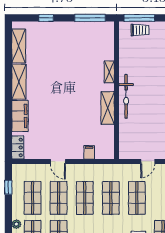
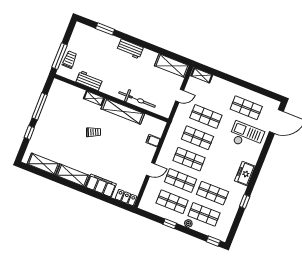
window: (90, 18) -> (40, 106), moved
workbench: (126, 60) -> (89, 81), added
trolley: (73, 86) -> (94, 132), added
bicycle: (126, 96) -> (137, 99), moved
shelving: (108, 108) -> (123, 111), width x1.47
door: (148, 162) -> (180, 96), hinge flipped
window: (8, 187) -> (170, 224), moved

